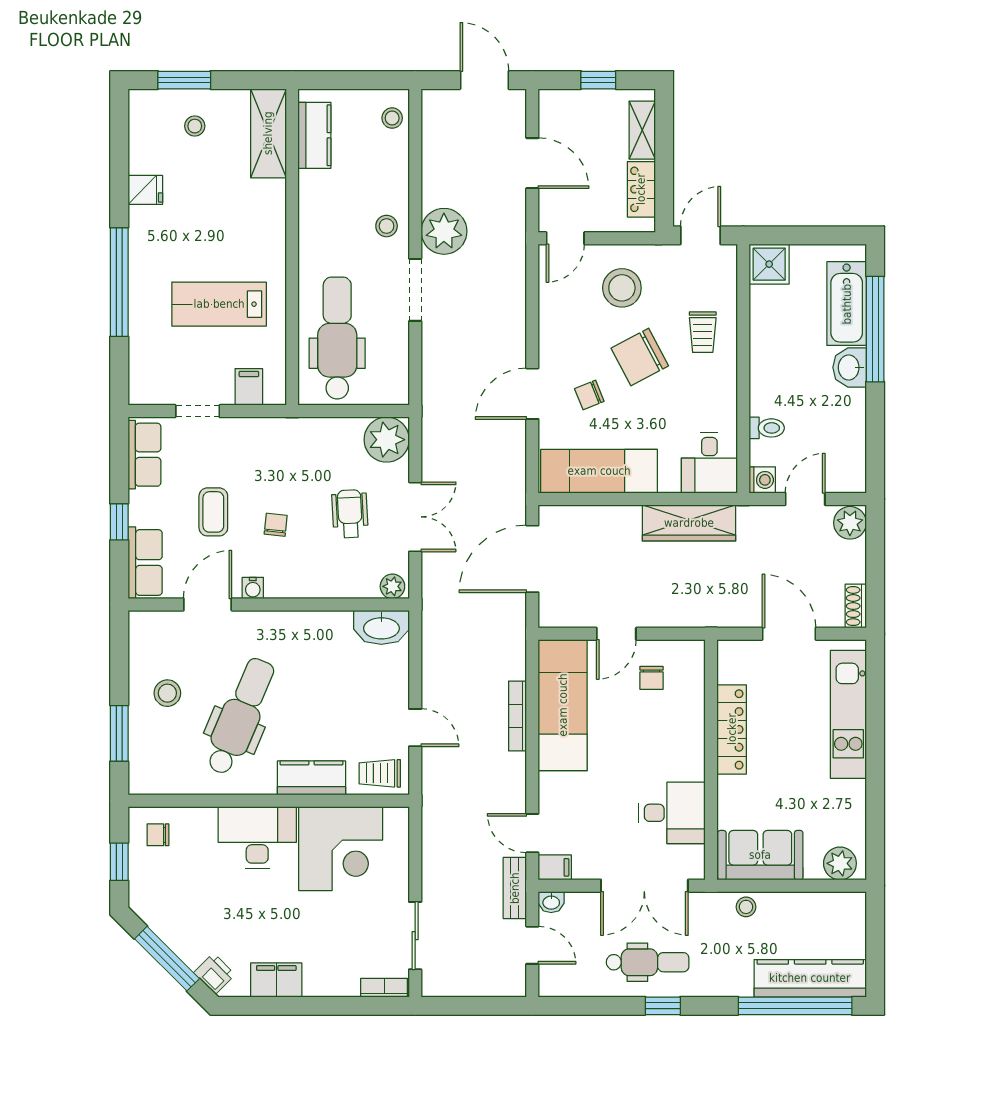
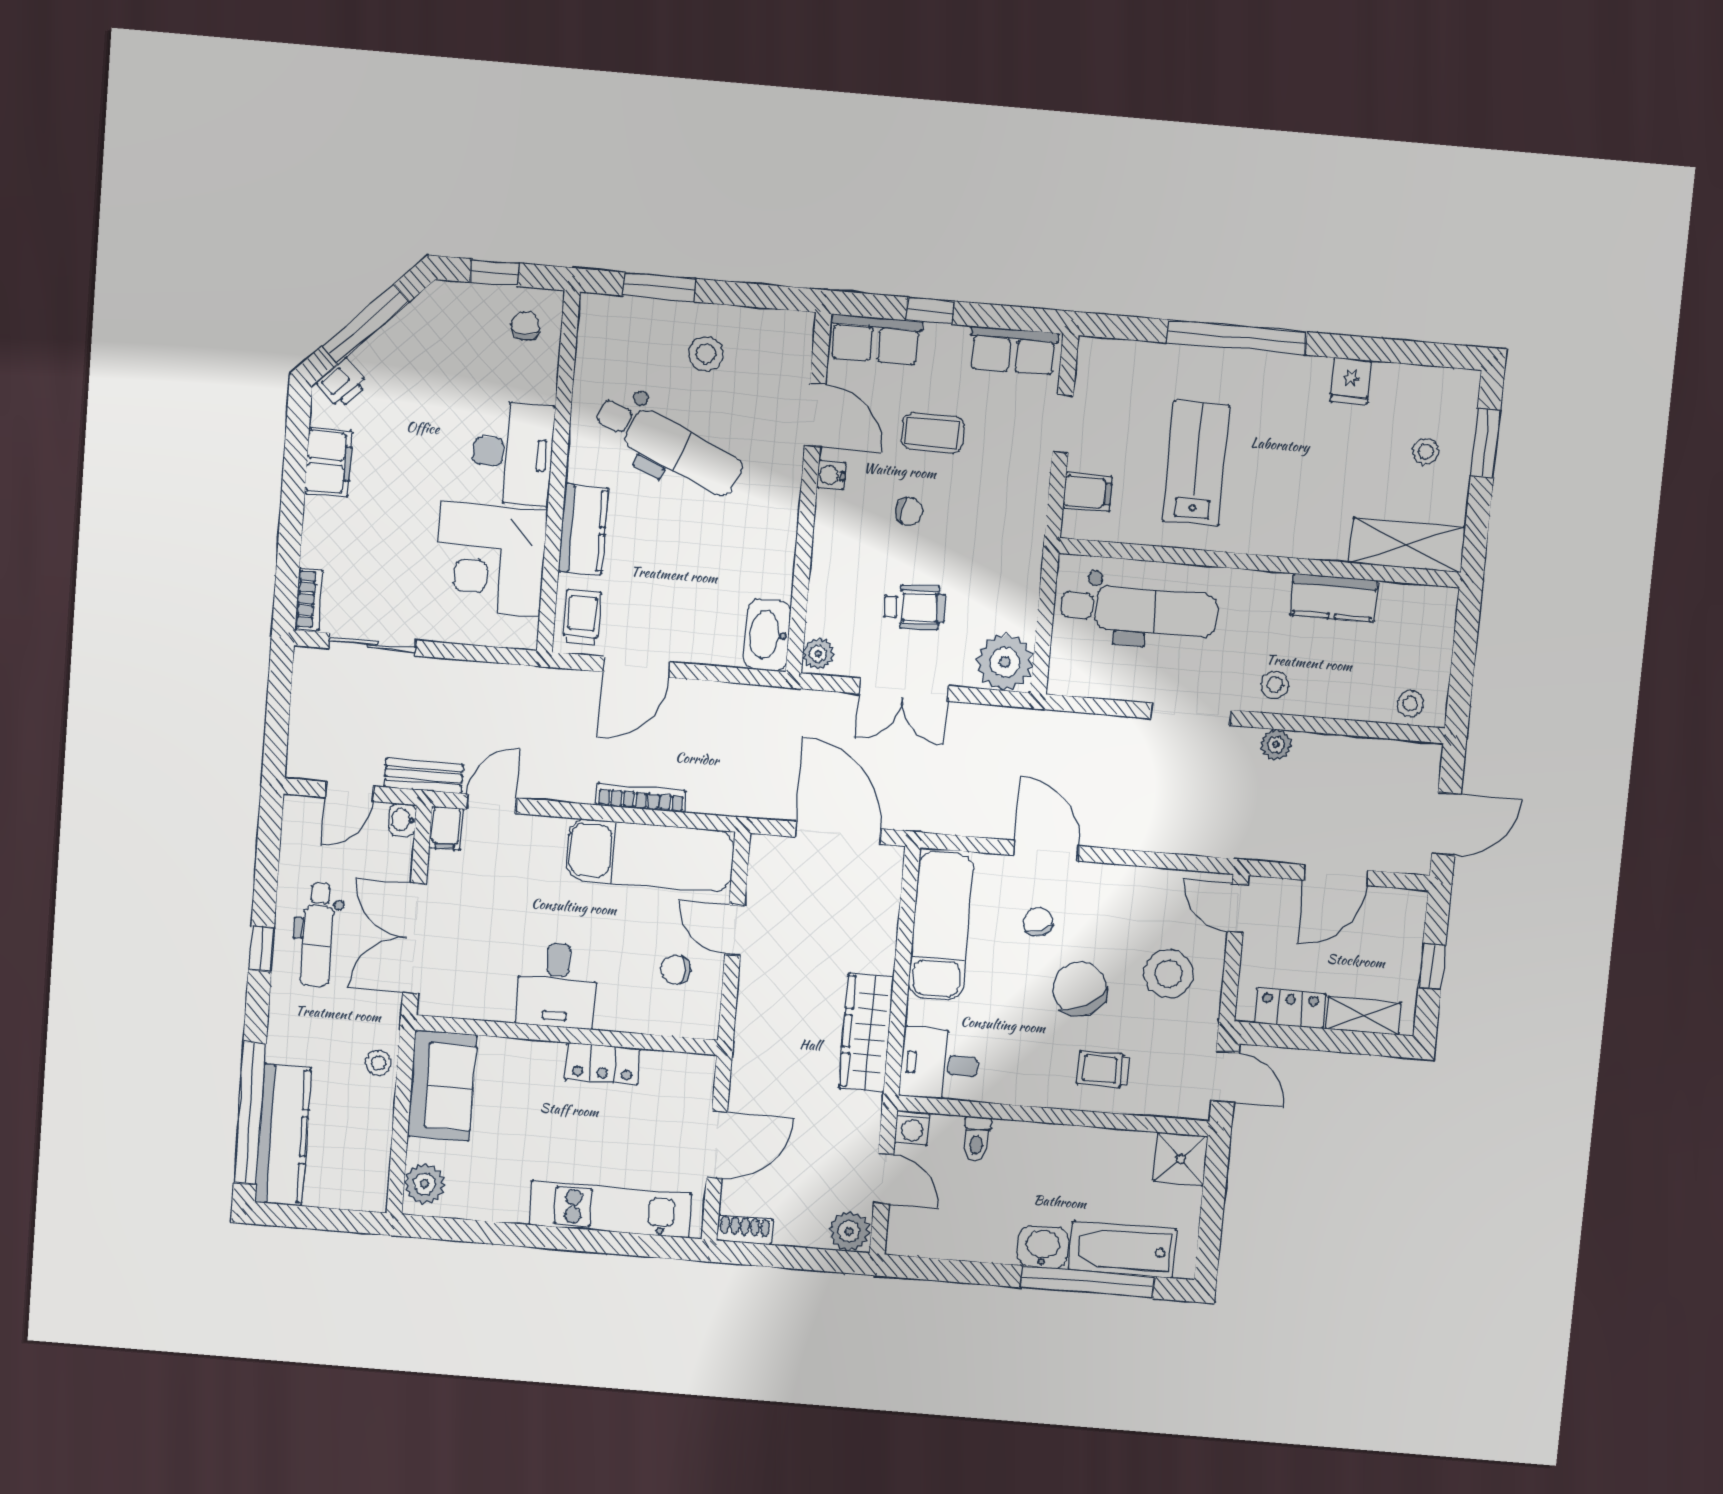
kitchen counter: (314, 135) -> (1334, 598), moved
plant: (444, 231) -> (1276, 745), width x0.53, depth x0.53
door: (415, 728) -> (637, 667), width x1.38
locker: (732, 729) -> (603, 1064), width x0.66
desk: (672, 813) -> (557, 985), moved

